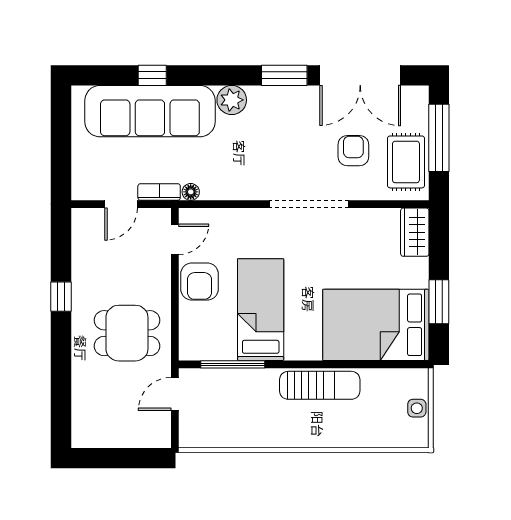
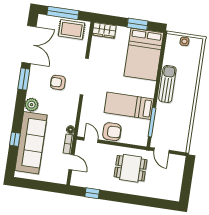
armchair: (353, 151) -> (58, 82), moved
window: (61, 297) -> (92, 193), moved
dining table: (127, 333) -> (131, 168), turned 90

